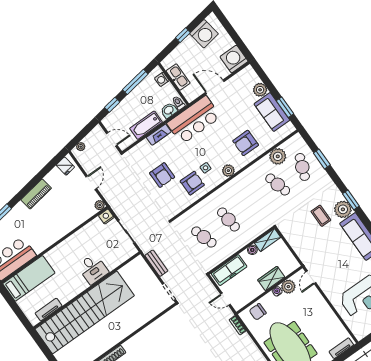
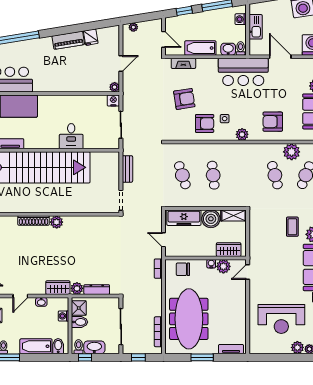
fireplace: (159, 135) -> (183, 63), moved
fridge: (65, 166) -> (91, 37), moved
armchair: (162, 175) -> (184, 99), turned -99
boiler: (252, 250) -> (211, 219), width x1.86, depth x1.86
wardrobe: (271, 279) -> (229, 250), moved
plant: (130, 346) -> (57, 222), added

